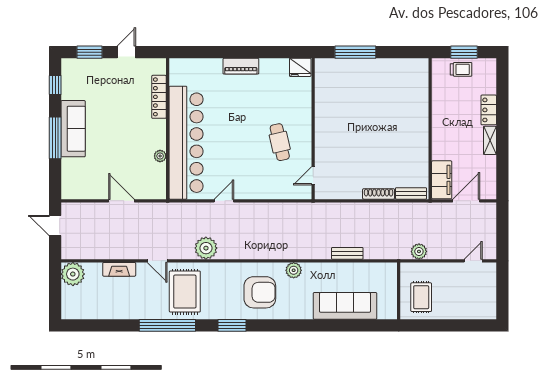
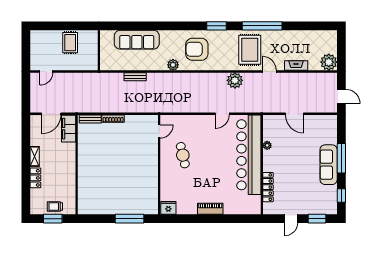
plant: (419, 251) -> (85, 78), removed
rug: (421, 297) -> (70, 43), moved

